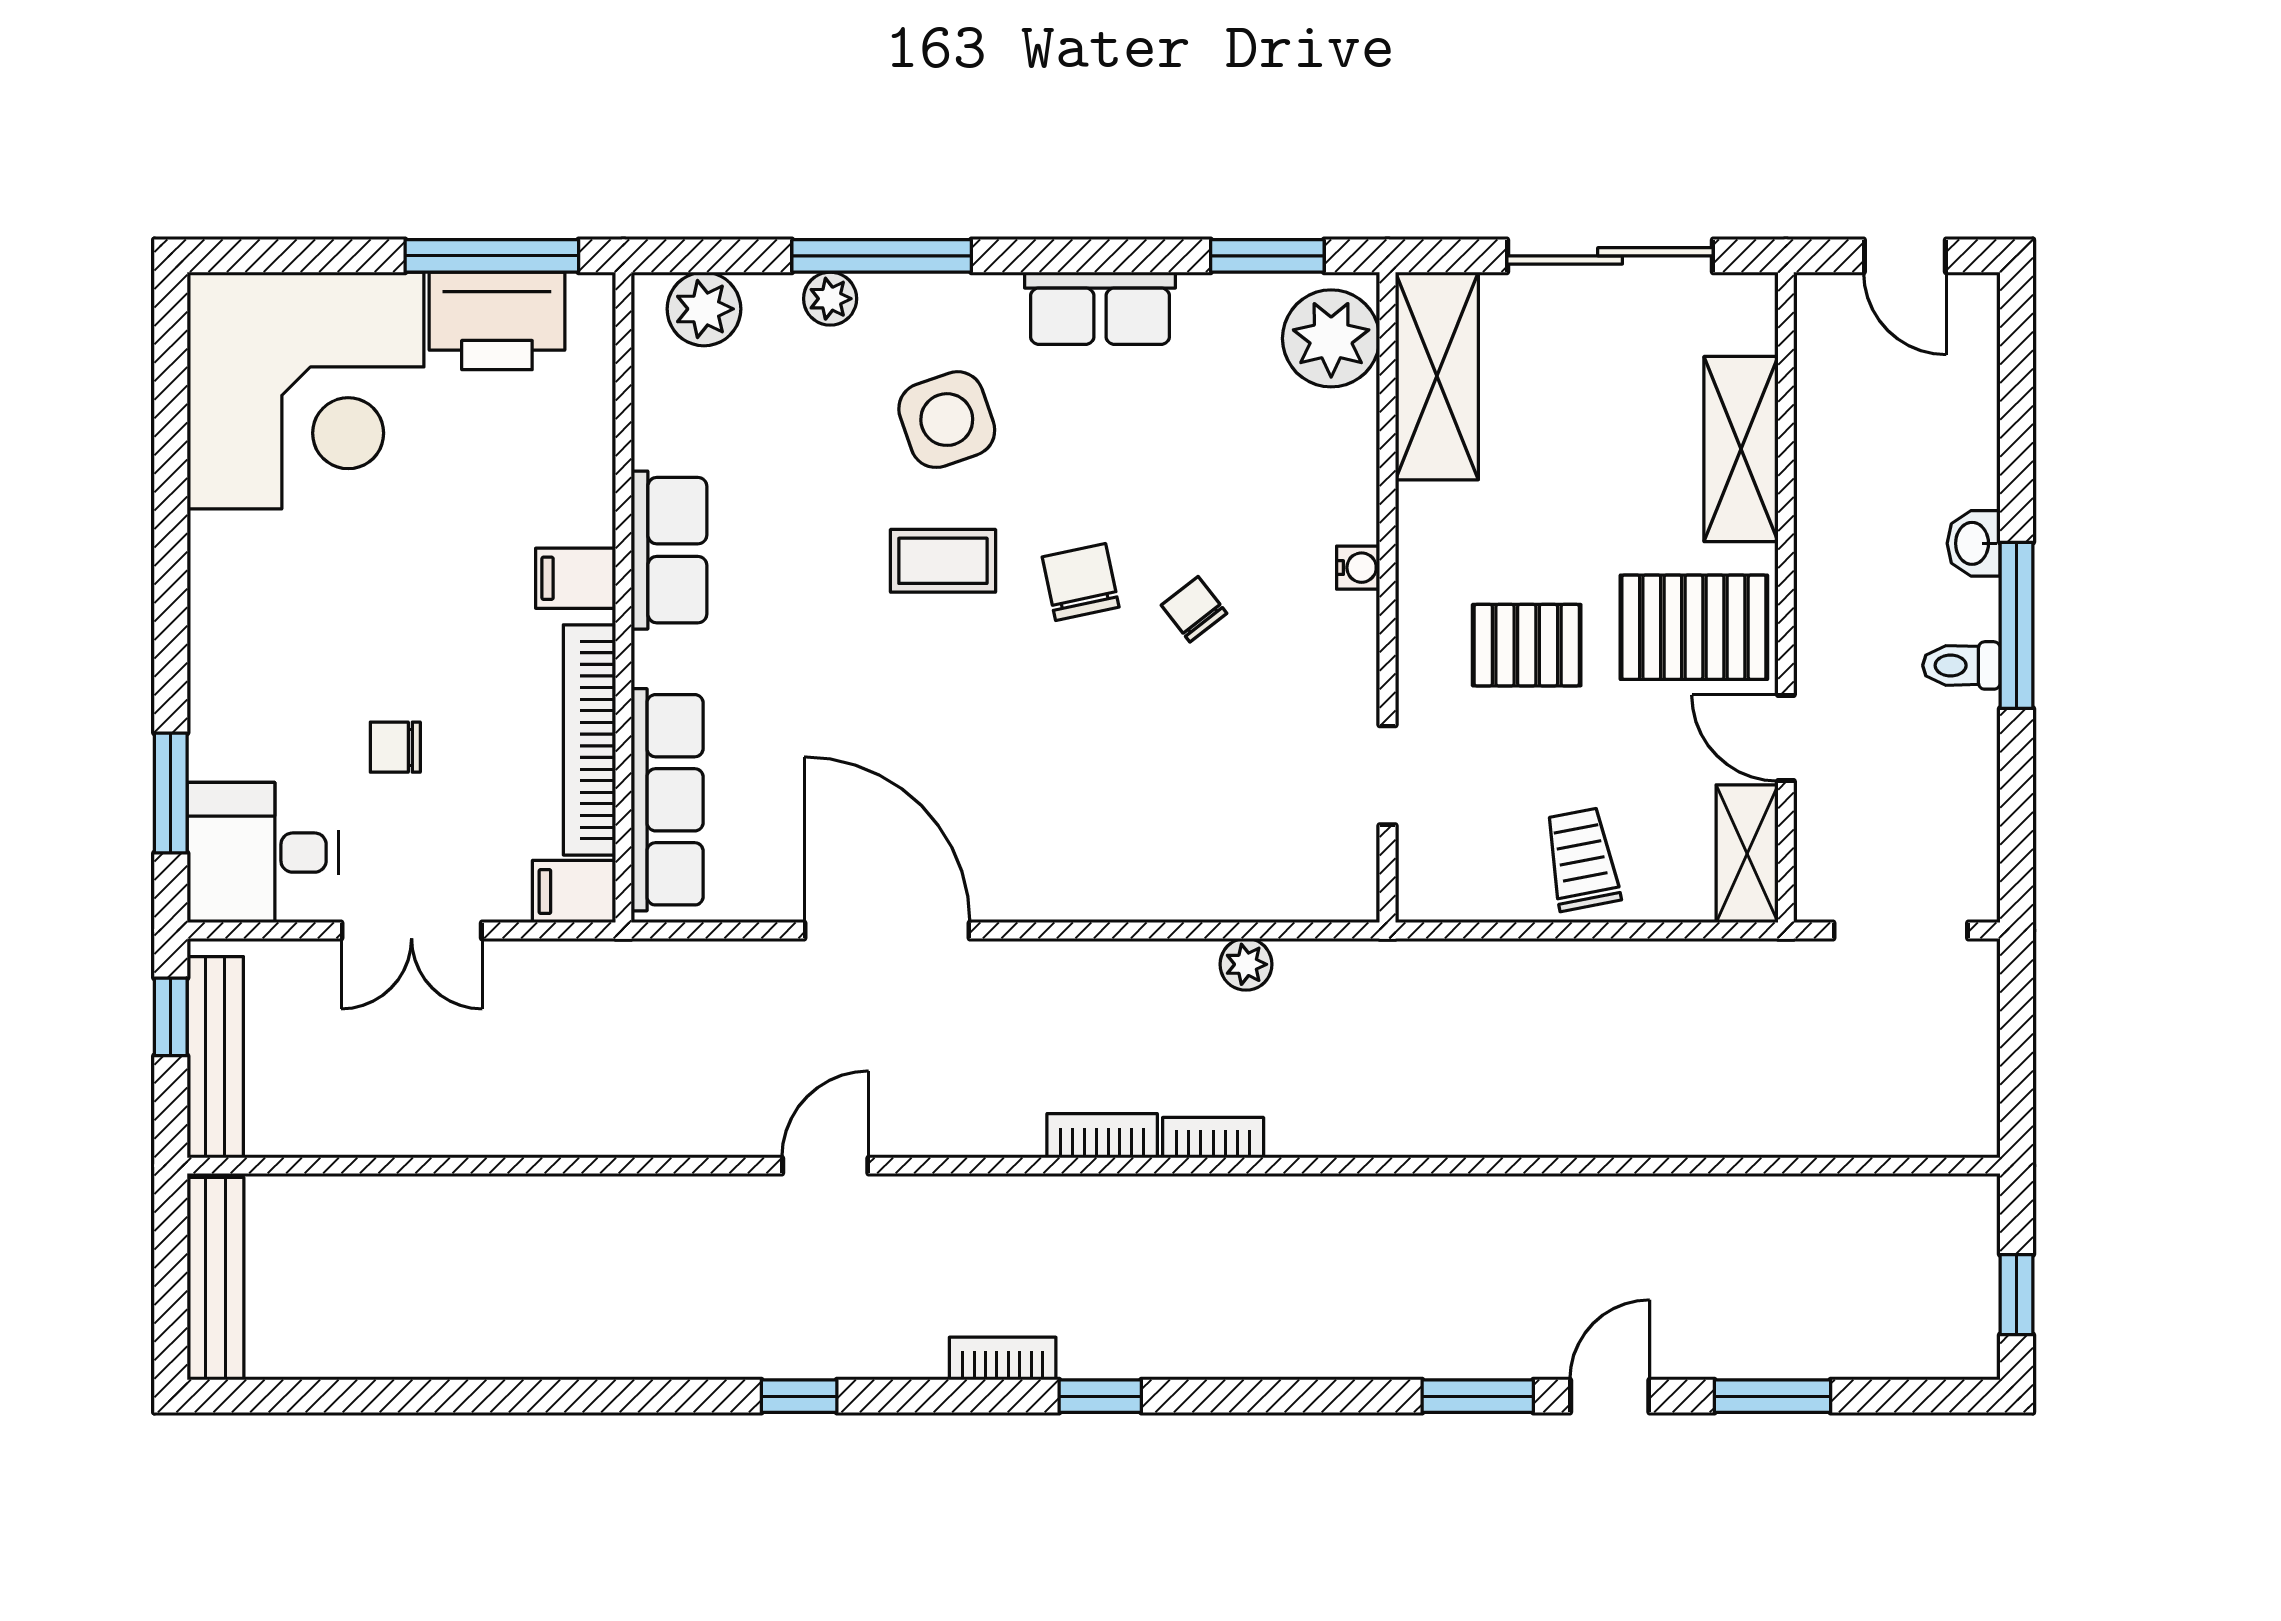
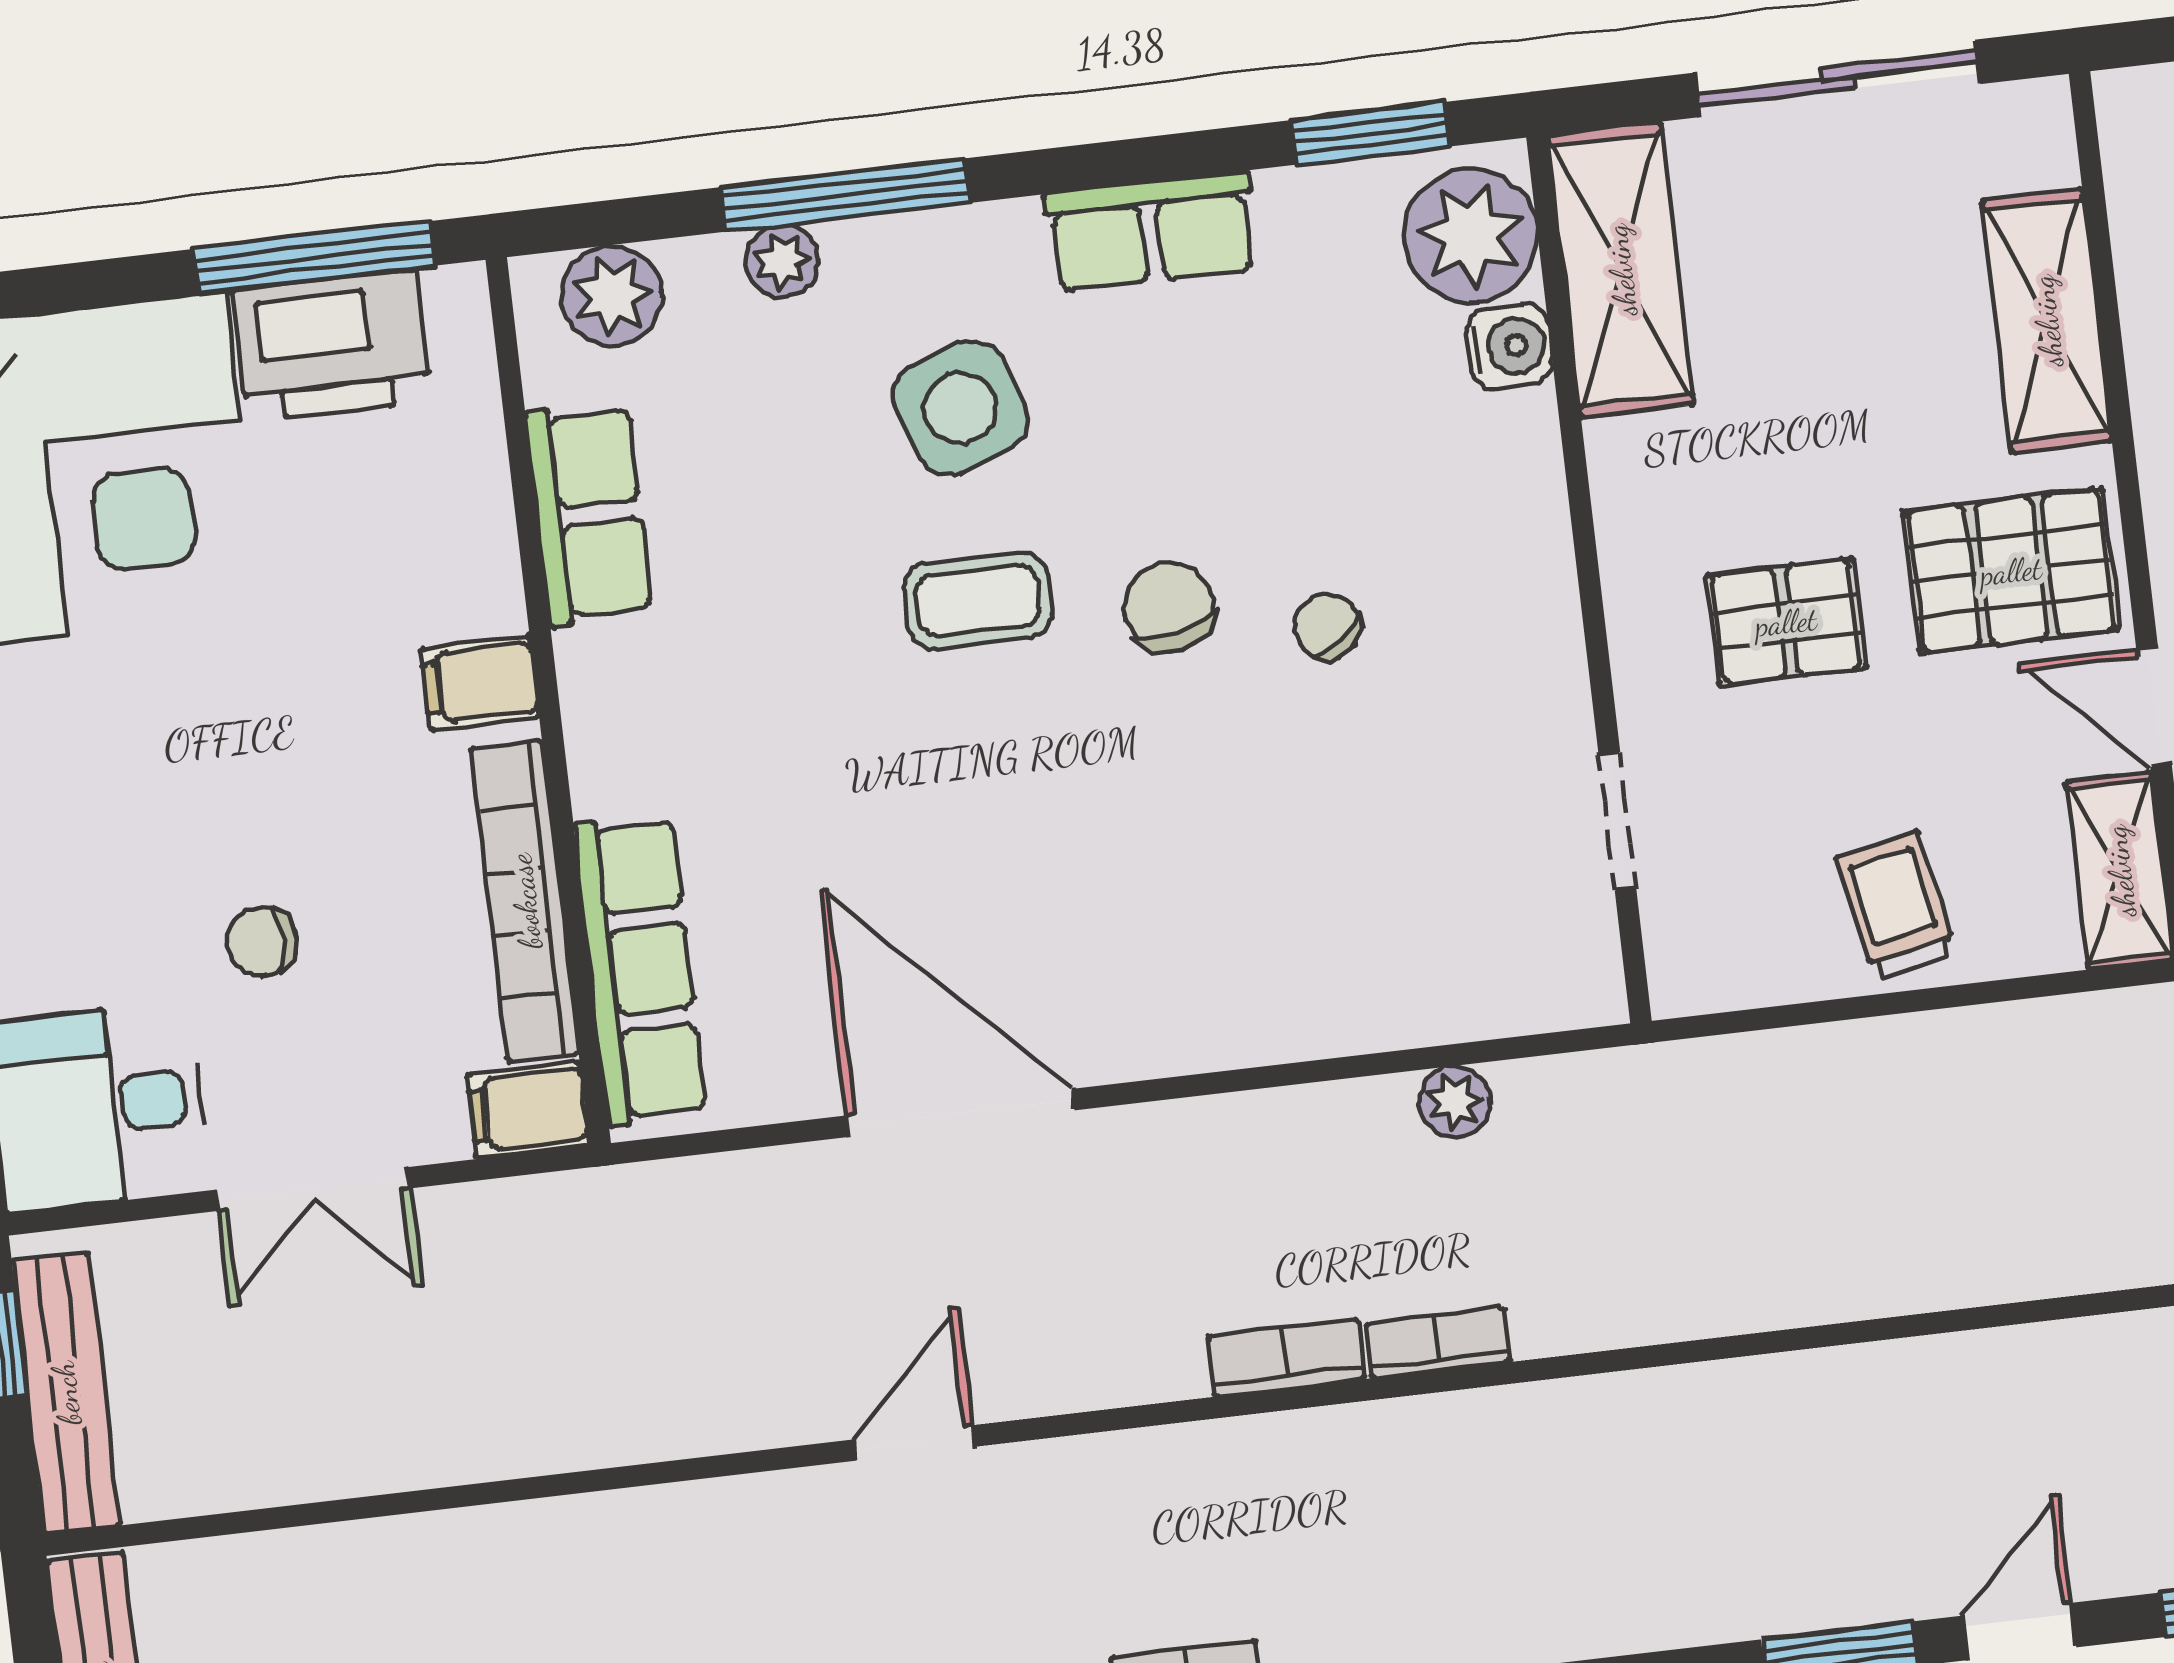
row of seats: (669, 550) -> (589, 514), moved
water cooler: (1358, 568) -> (1510, 346), moved, width x1.38, depth x1.38

